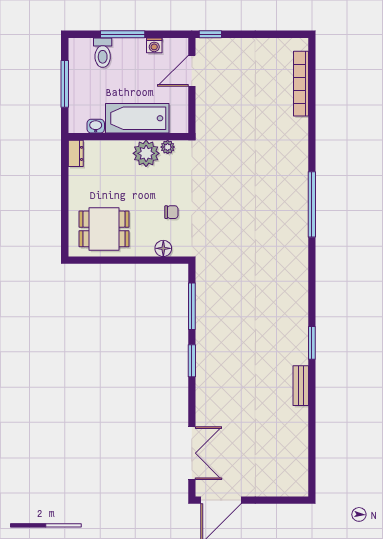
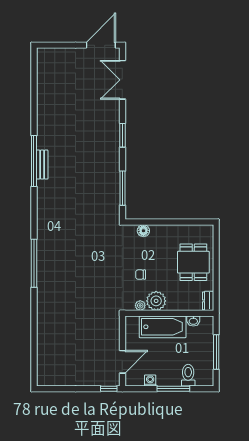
bookcase: (301, 84) -> (42, 352), removed
chair: (171, 212) -> (141, 275), moved
dining table: (104, 229) -> (193, 262), moved, turned 90
window: (312, 343) -> (34, 161), width x2.11
window: (192, 361) -> (122, 135), moved
bench: (301, 386) -> (42, 165), moved

